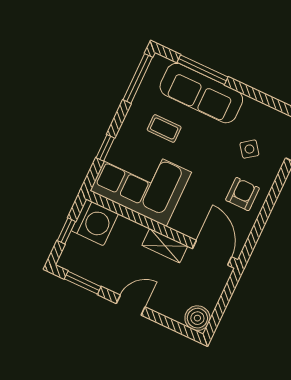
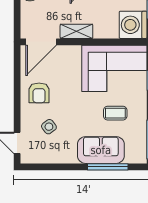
sofa: (201, 93) -> (101, 150), width x0.73
door: (212, 253) -> (41, 42), hinge flipped

